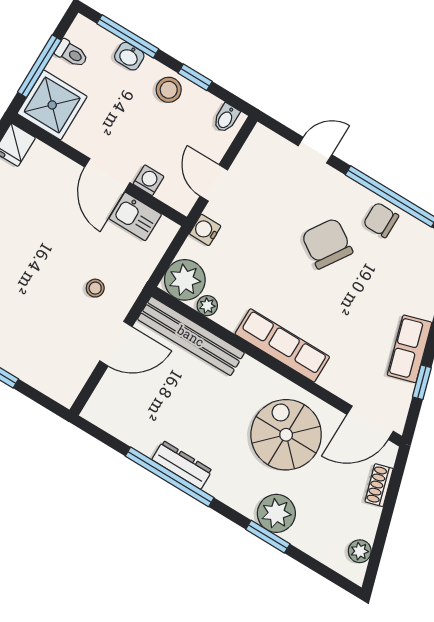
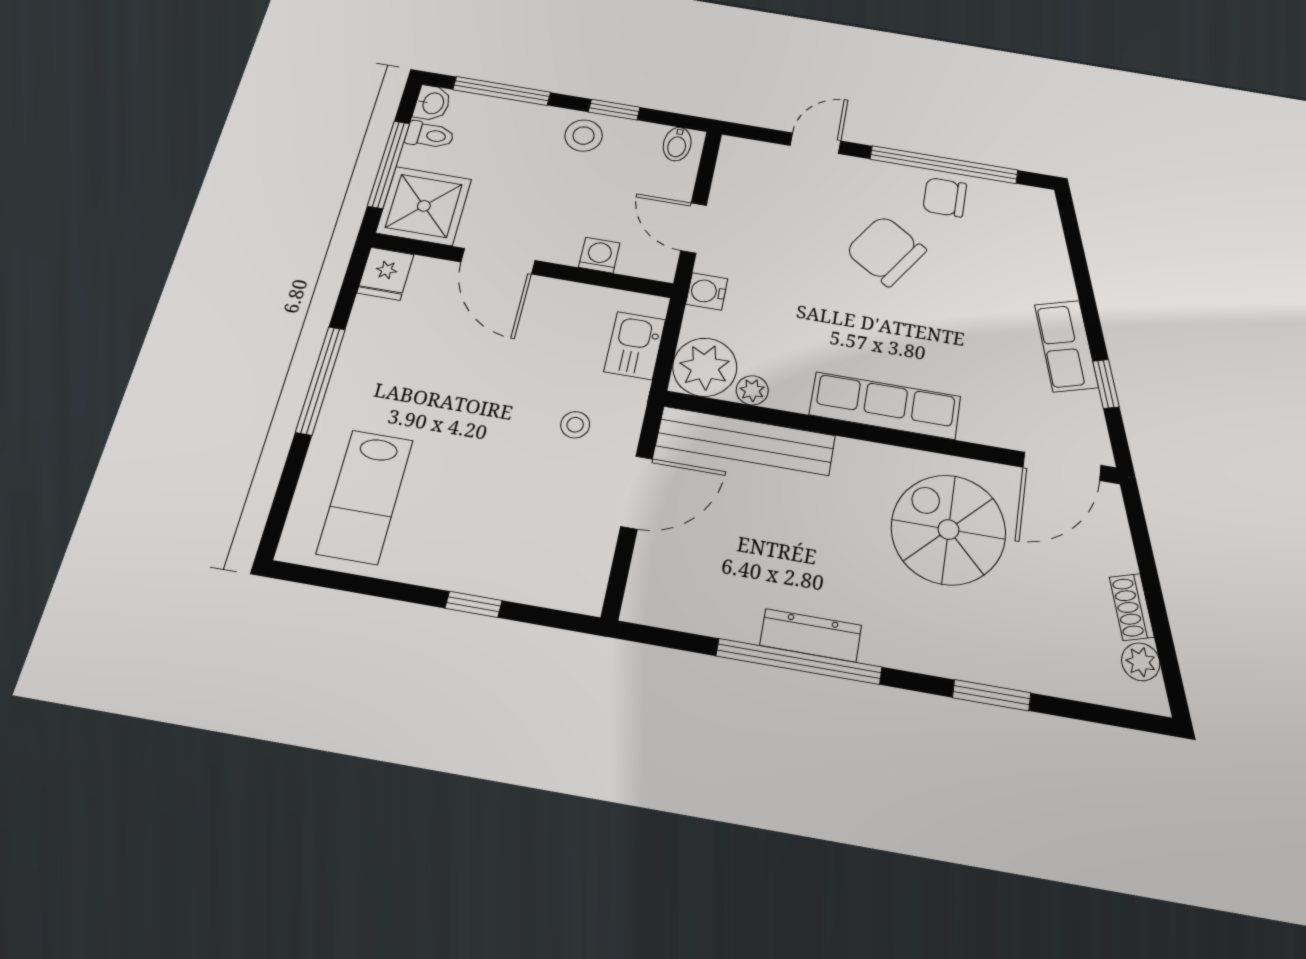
washbasin: (129, 56) -> (432, 103), moved, turned -90
door: (107, 175) -> (498, 261), moved
kitchen sink: (135, 216) -> (635, 346), moved, turned 90
shoe rack: (379, 485) -> (1132, 607), moved
plant: (276, 513) -> (988, 653), removed

